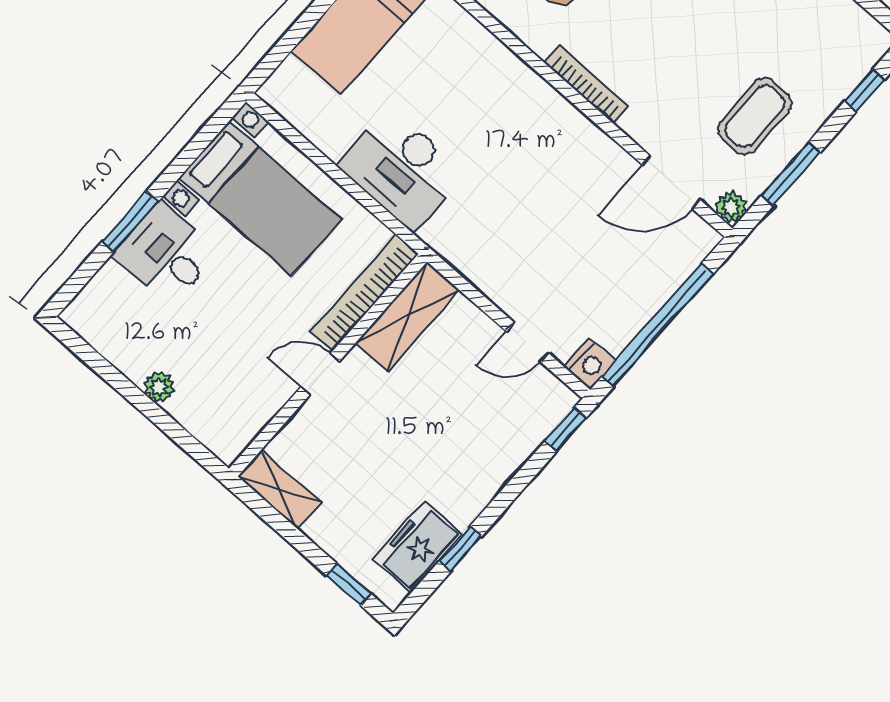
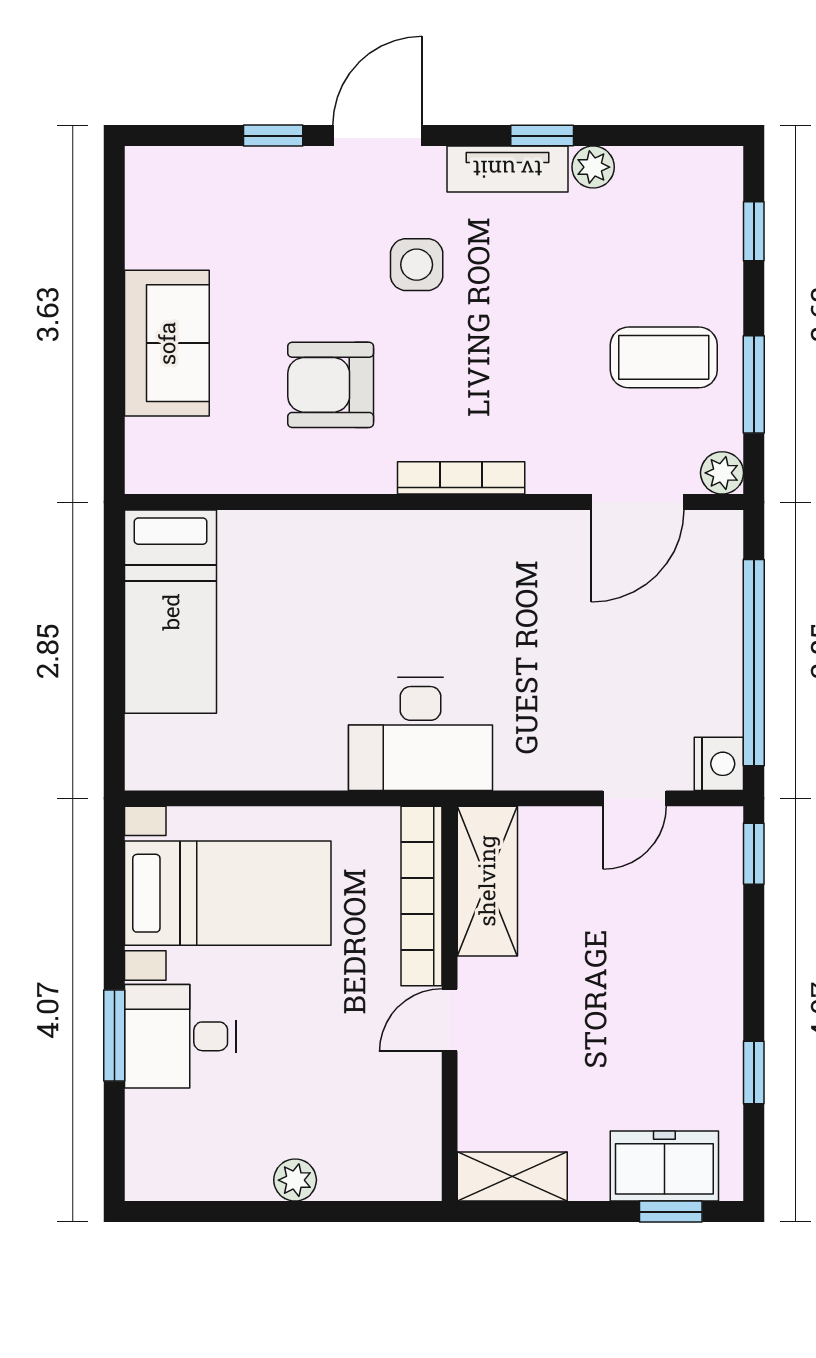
coffee table: (755, 116) -> (664, 357), turned 90
desk: (402, 169) -> (420, 734), moved
freezer: (418, 547) -> (664, 1166), moved, turned 90

